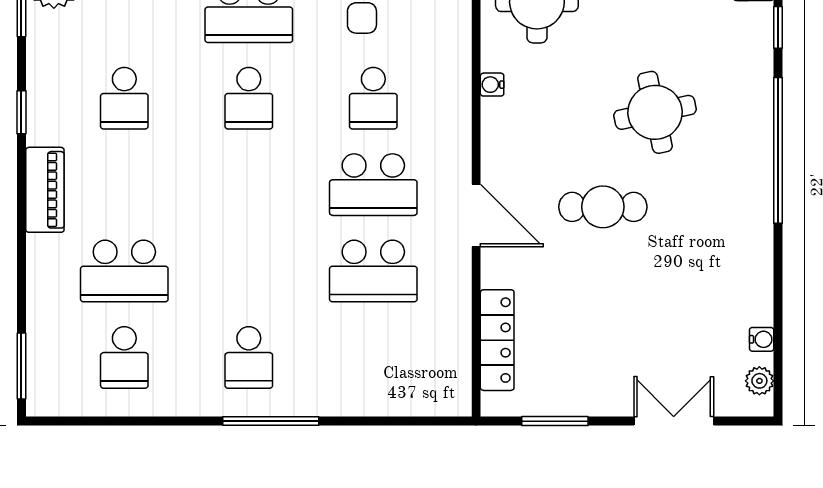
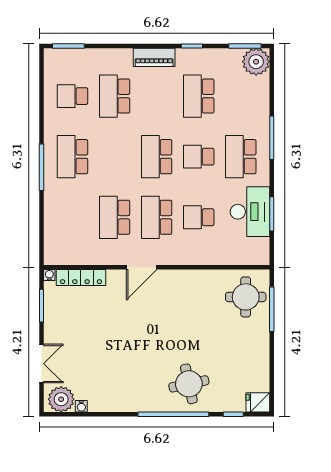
water cooler: (492, 85) -> (49, 275), moved
school desk: (124, 98) -> (199, 96), width x1.85
round table: (655, 112) -> (189, 384), moved
school desk: (249, 185) -> (157, 157), added
cafe table: (603, 207) -> (146, 329), removed
school desk: (249, 357) -> (73, 157), width x1.85
plant: (759, 381) -> (61, 399), width x1.87, depth x1.87

